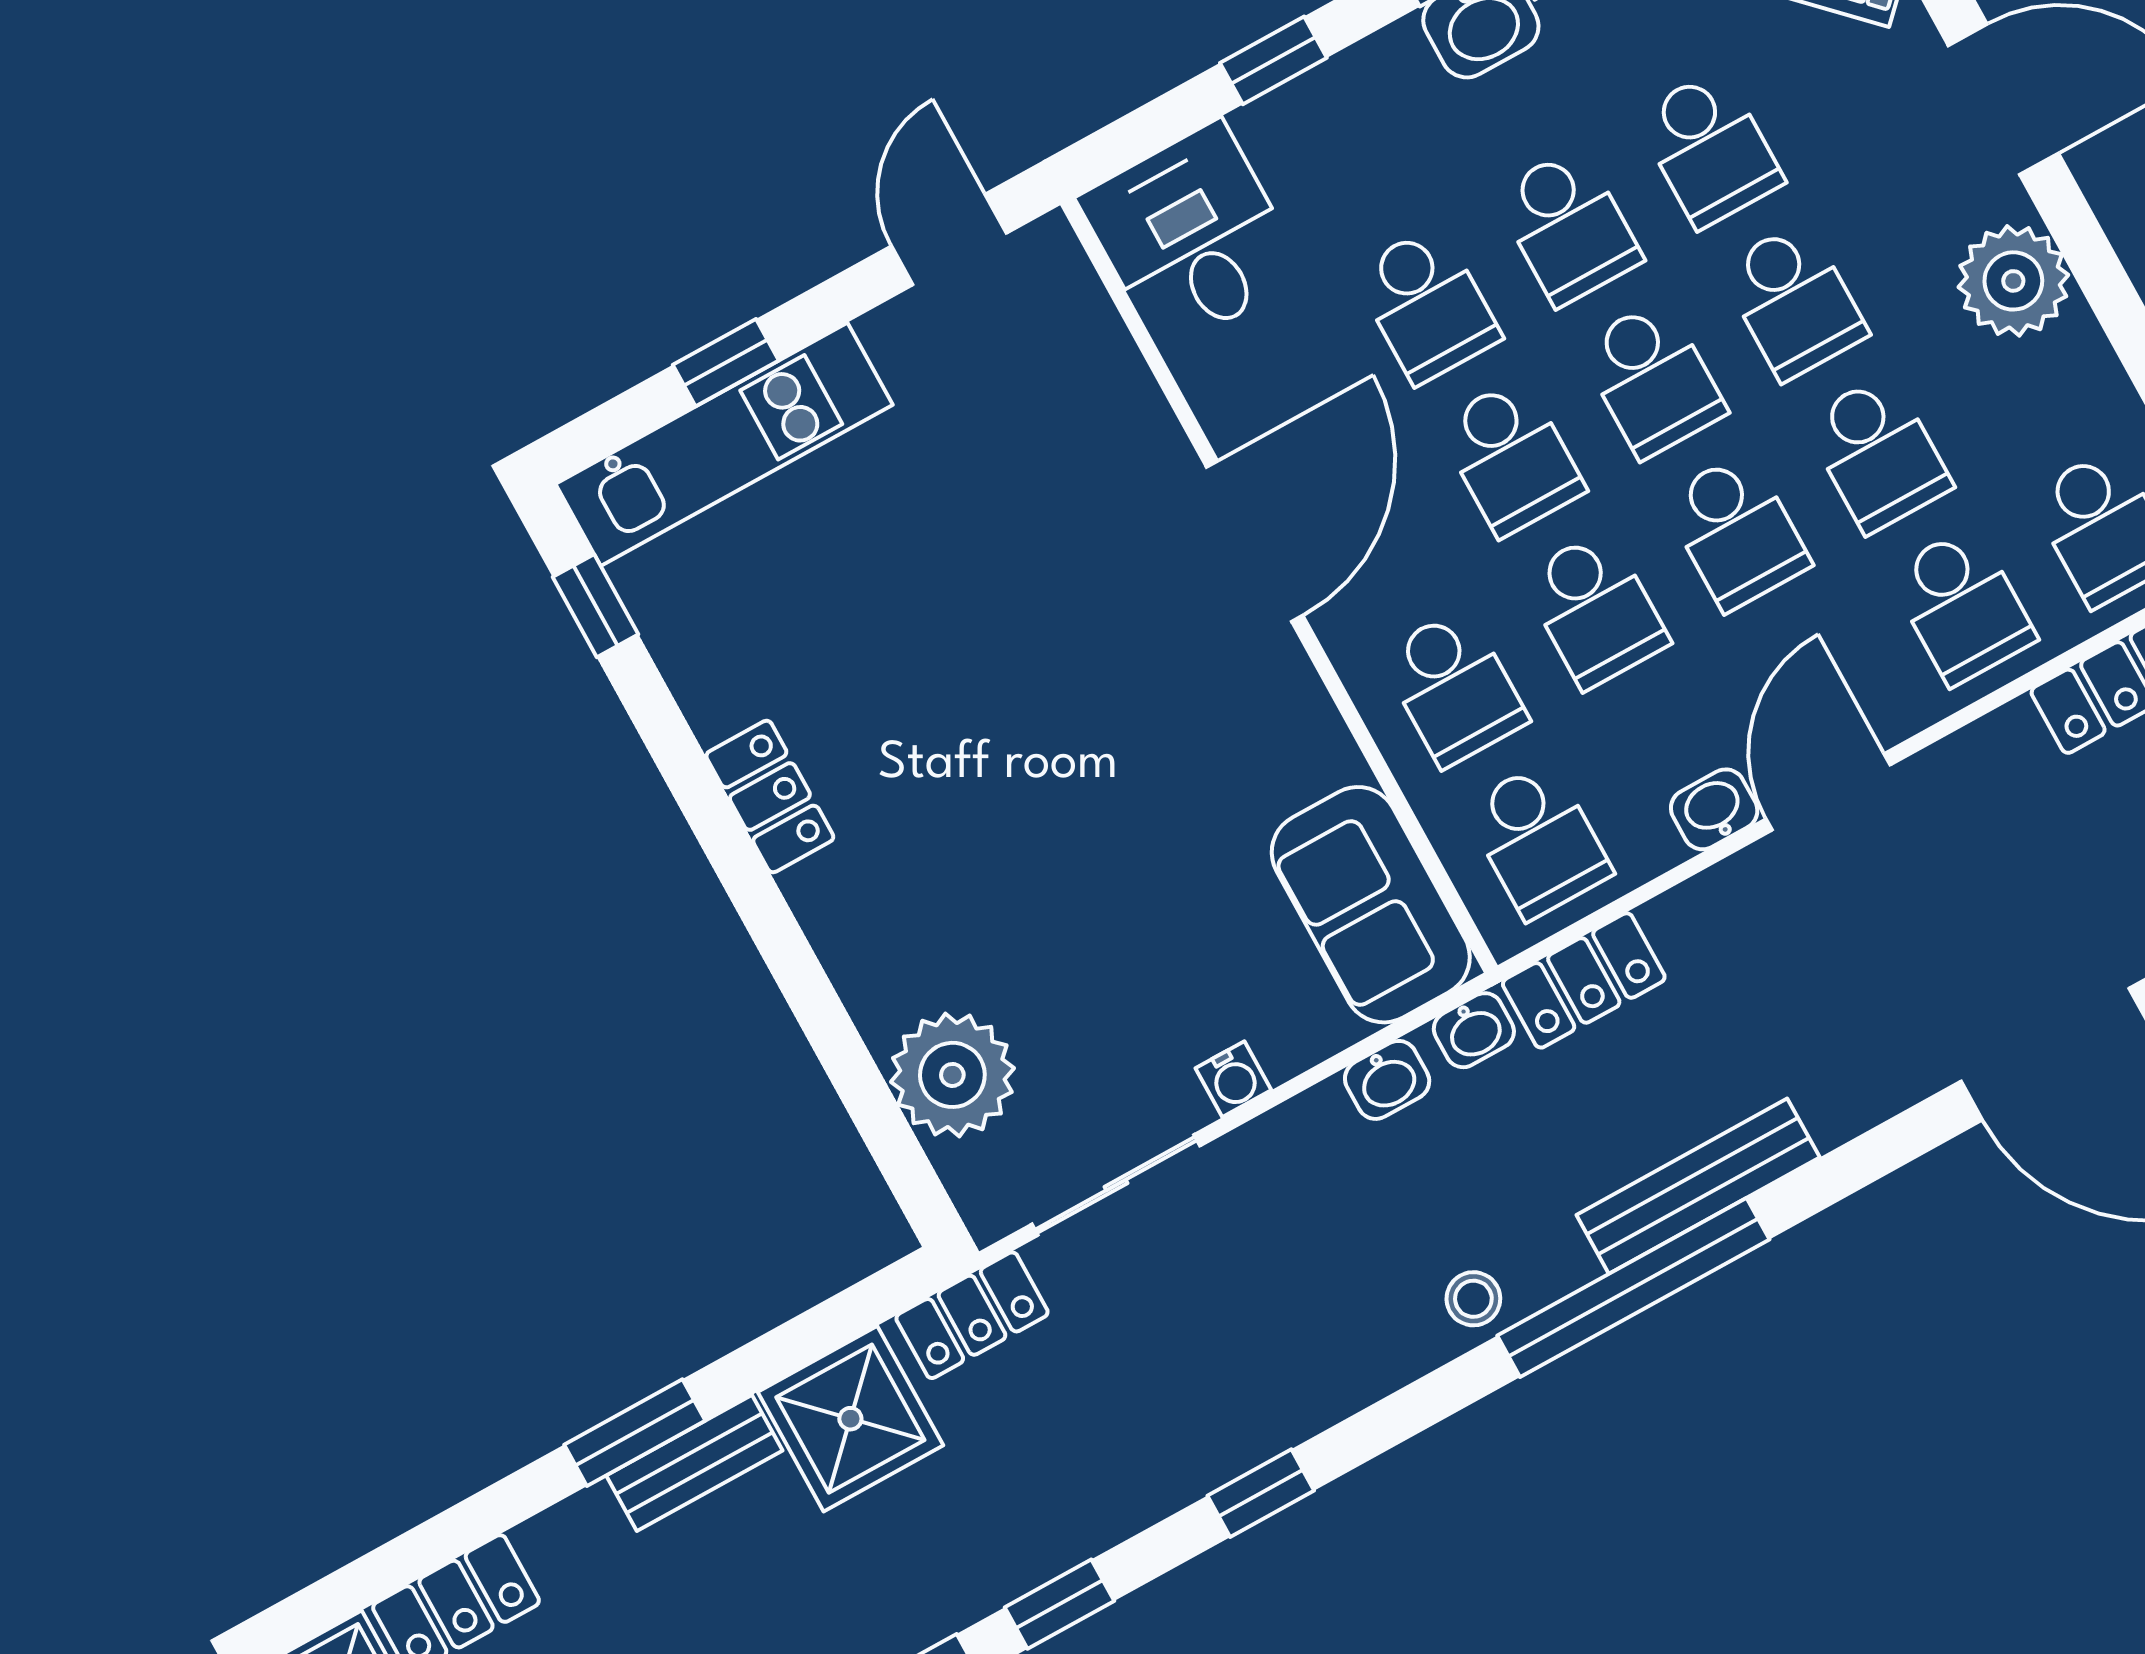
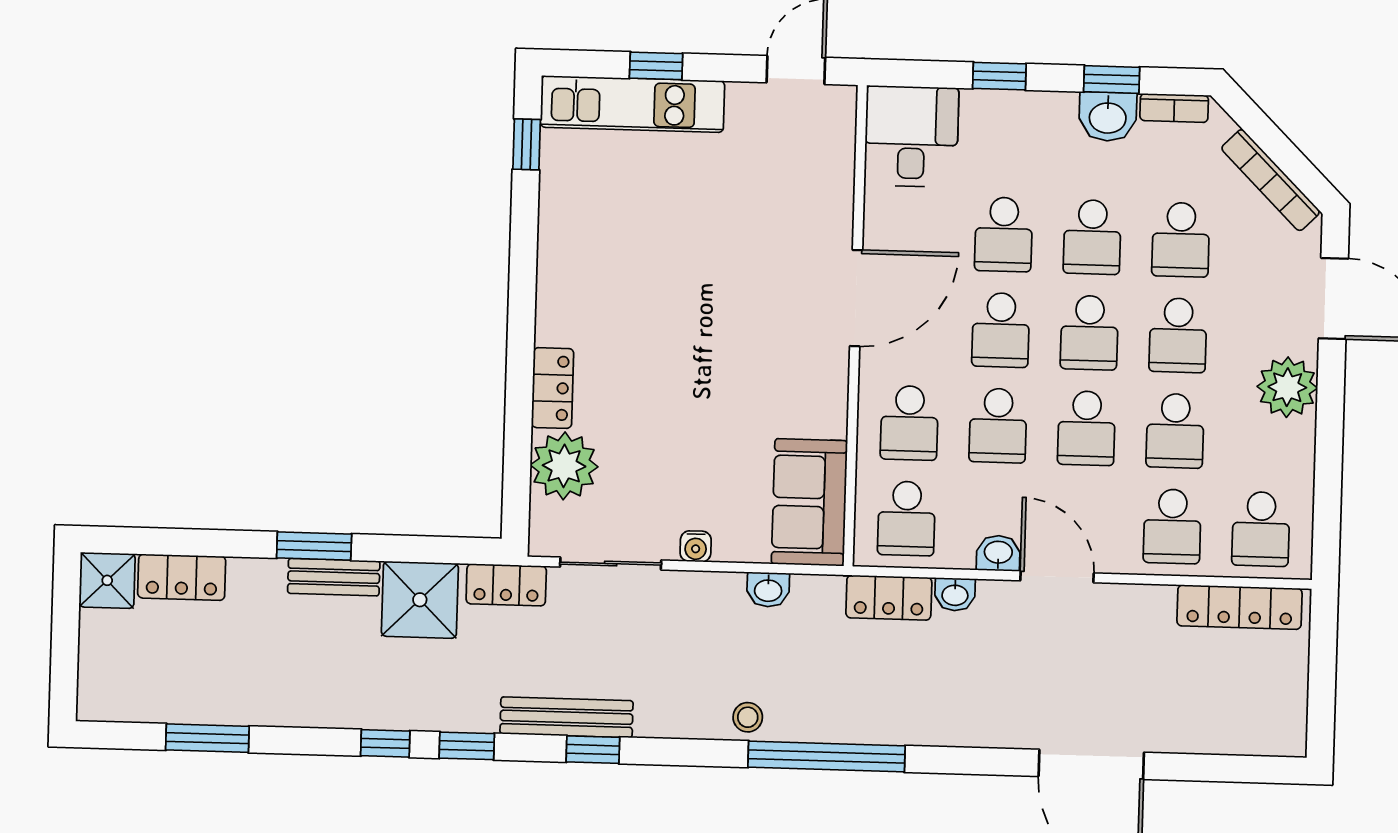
door: (1828, 792) -> (1057, 577), hinge flipped
locker: (770, 797) -> (553, 388), moved
washbasin: (1474, 1030) -> (955, 594), moved
bench: (1698, 1186) -> (567, 717), moved

